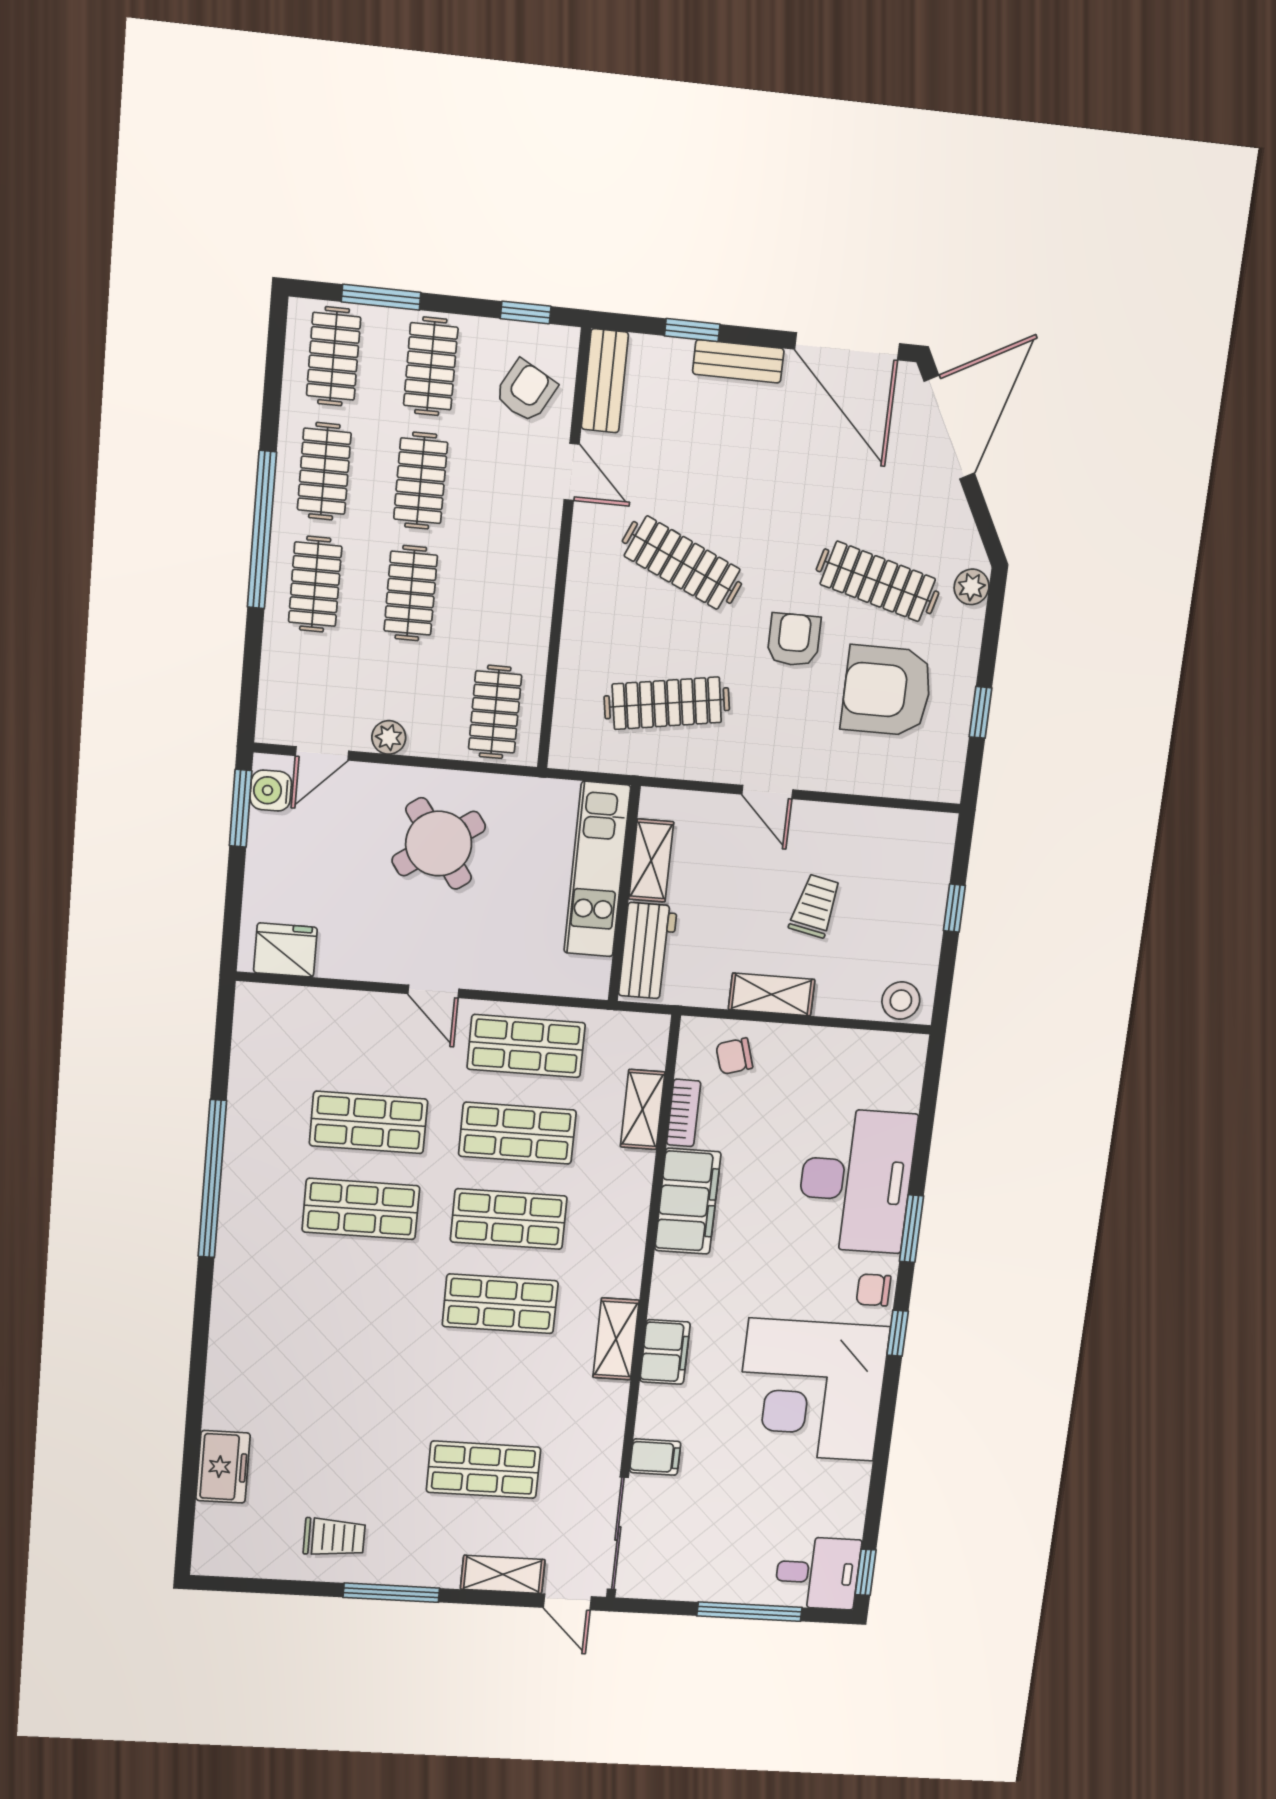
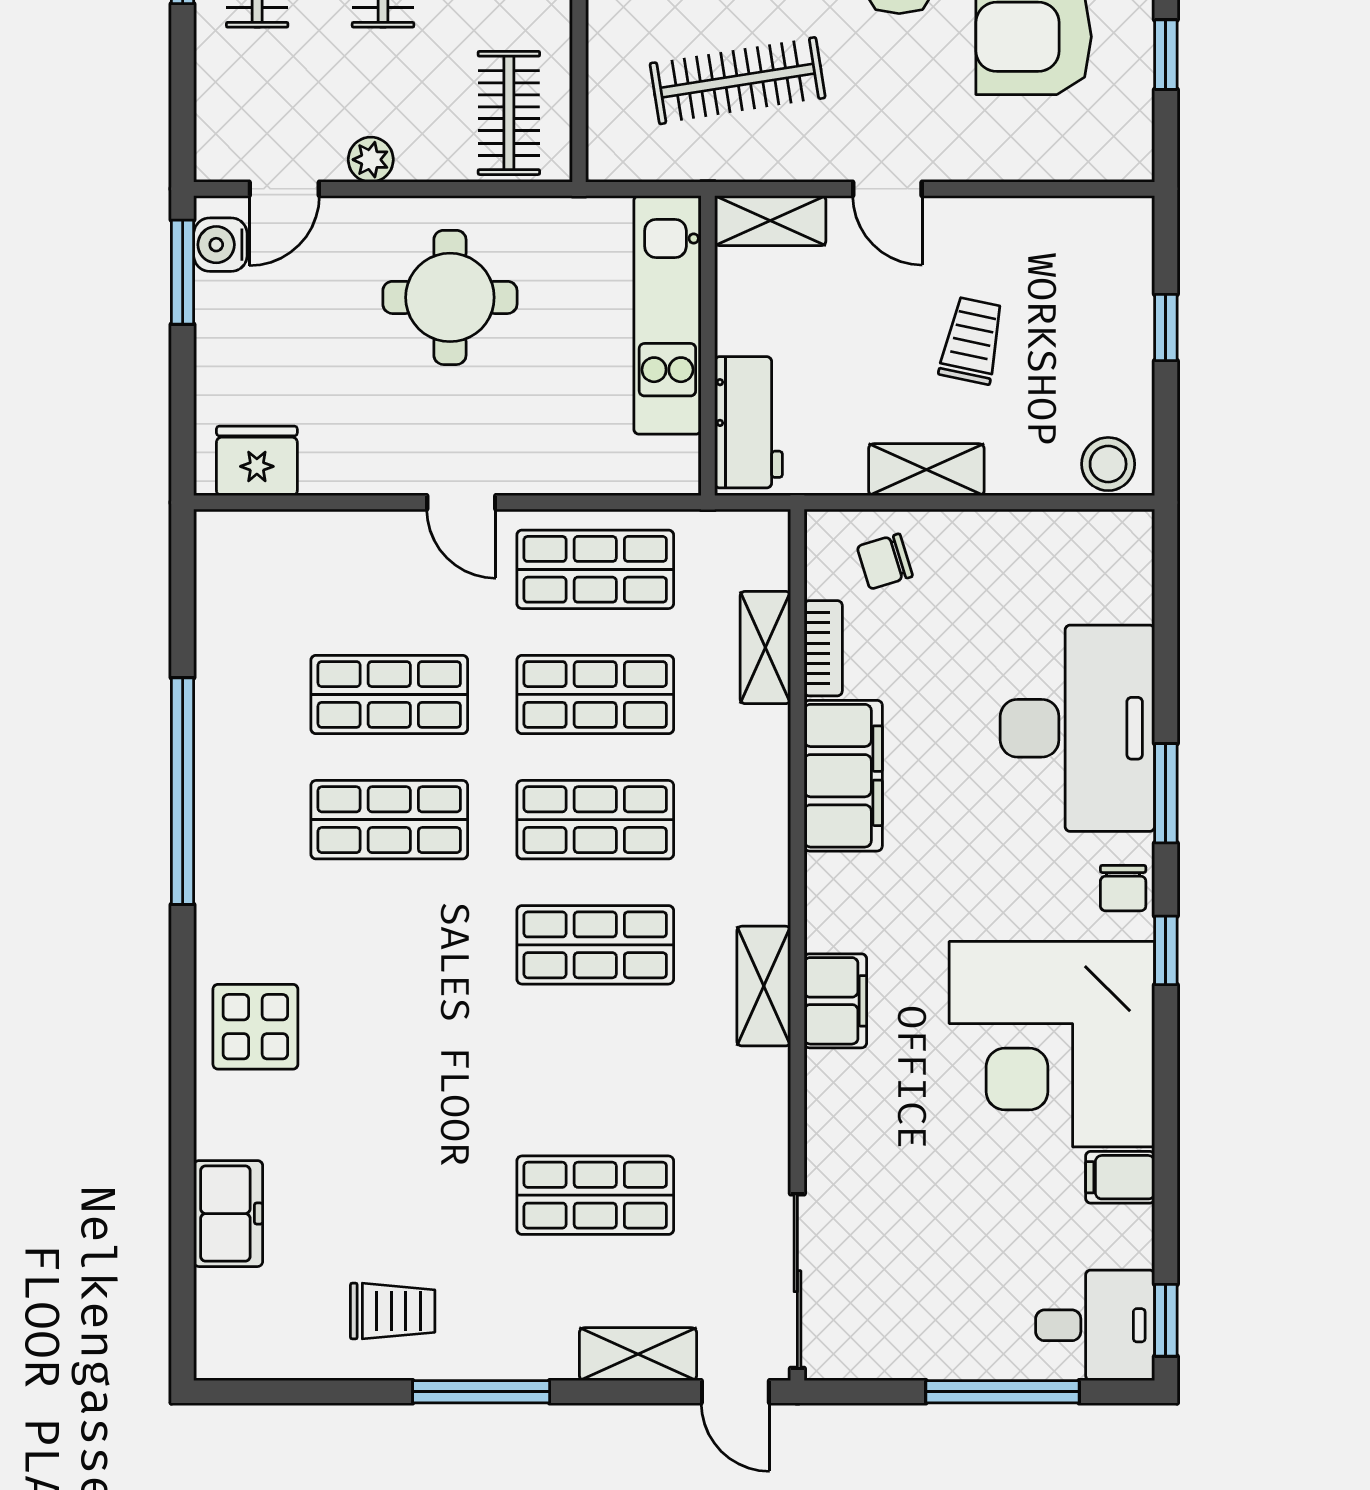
round table: (439, 844) -> (450, 297), turned 35
shelving: (651, 860) -> (770, 221), moved, turned 90
chair: (874, 1290) -> (1123, 888), turned -90
display table: (253, 1343) -> (255, 1027), added
filing cabinet: (655, 1457) -> (1120, 1177), moved, turned 180

